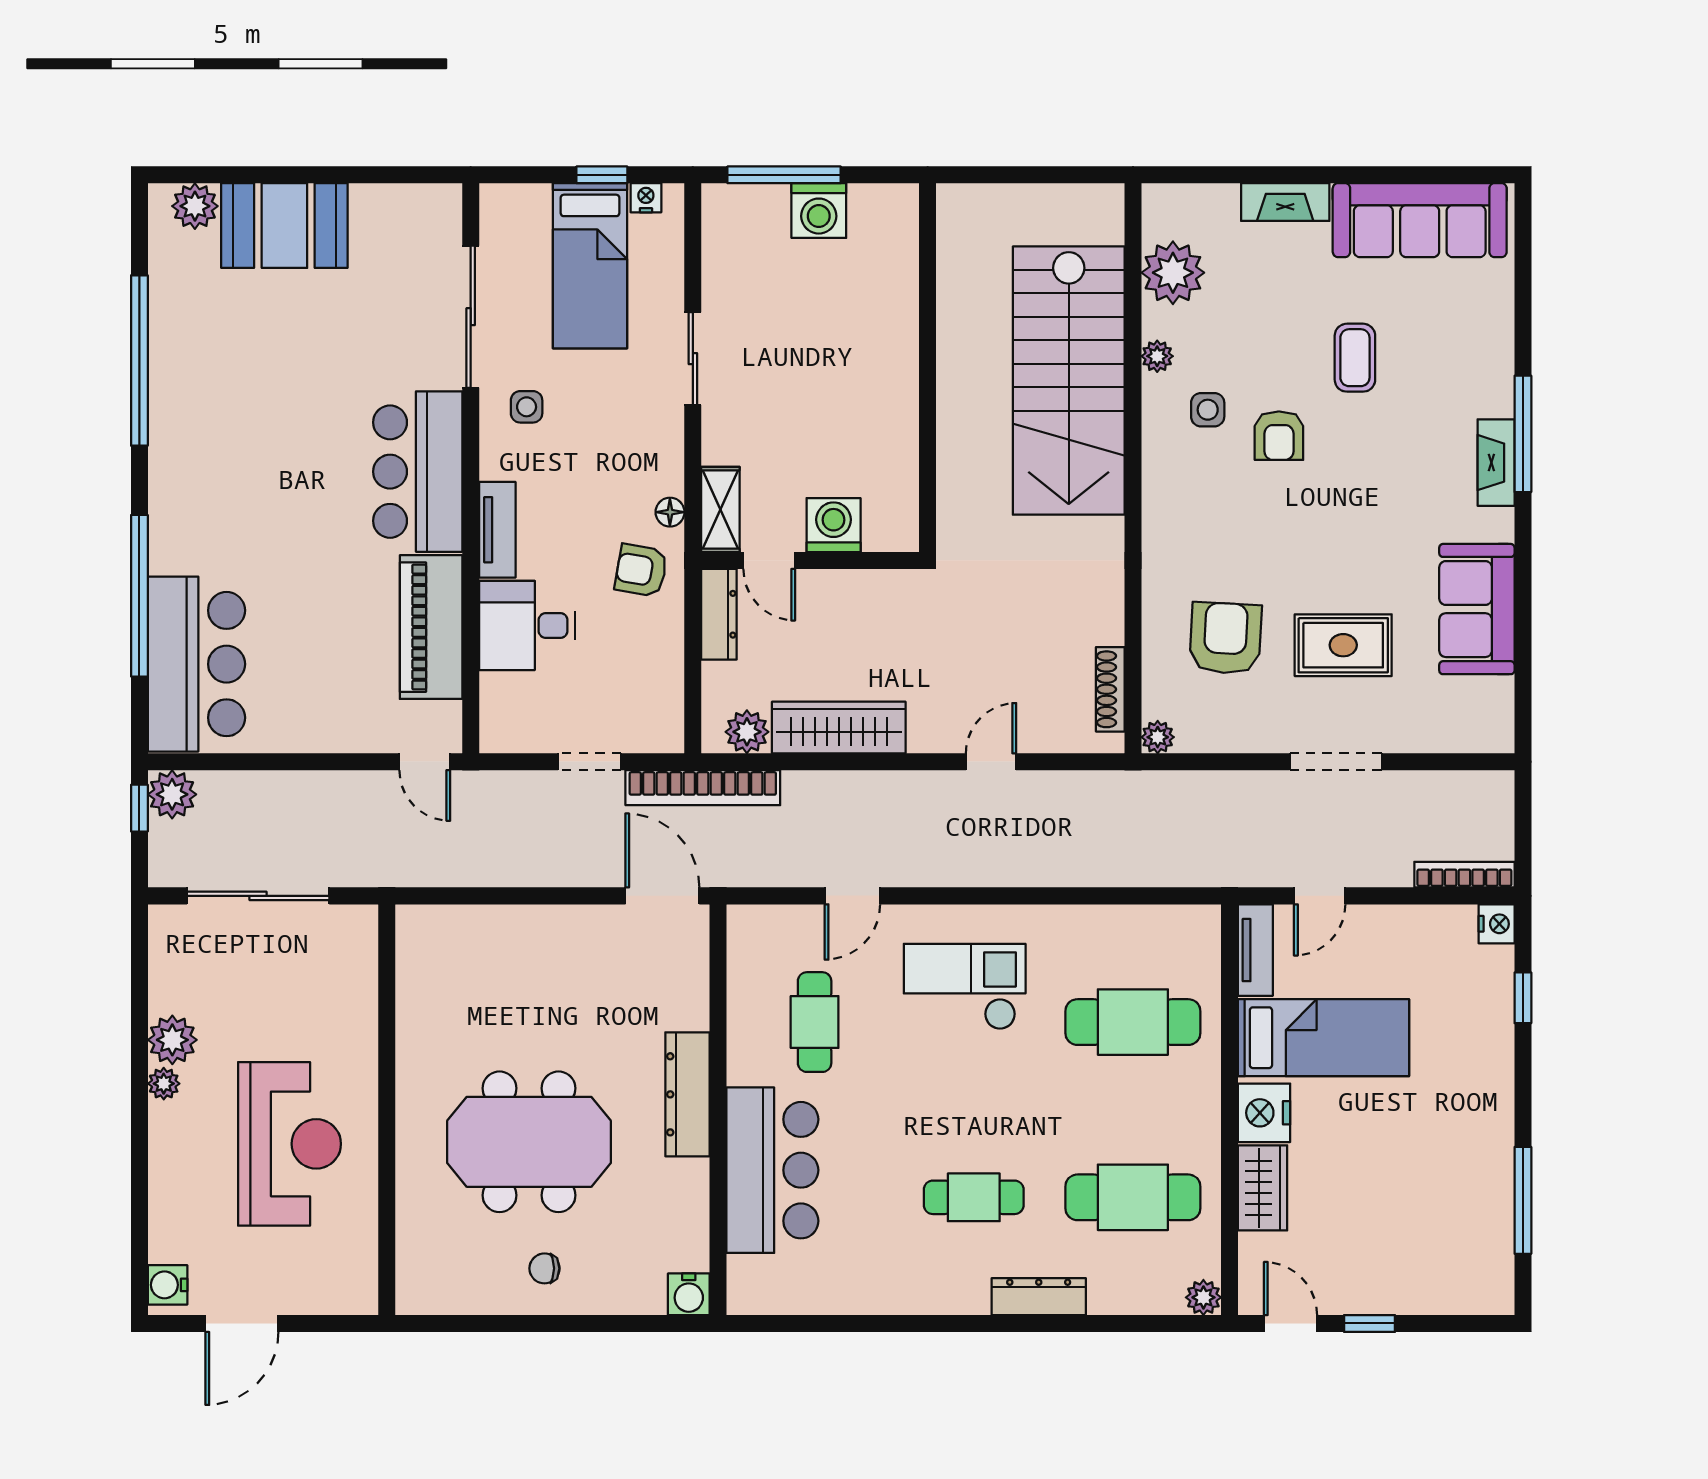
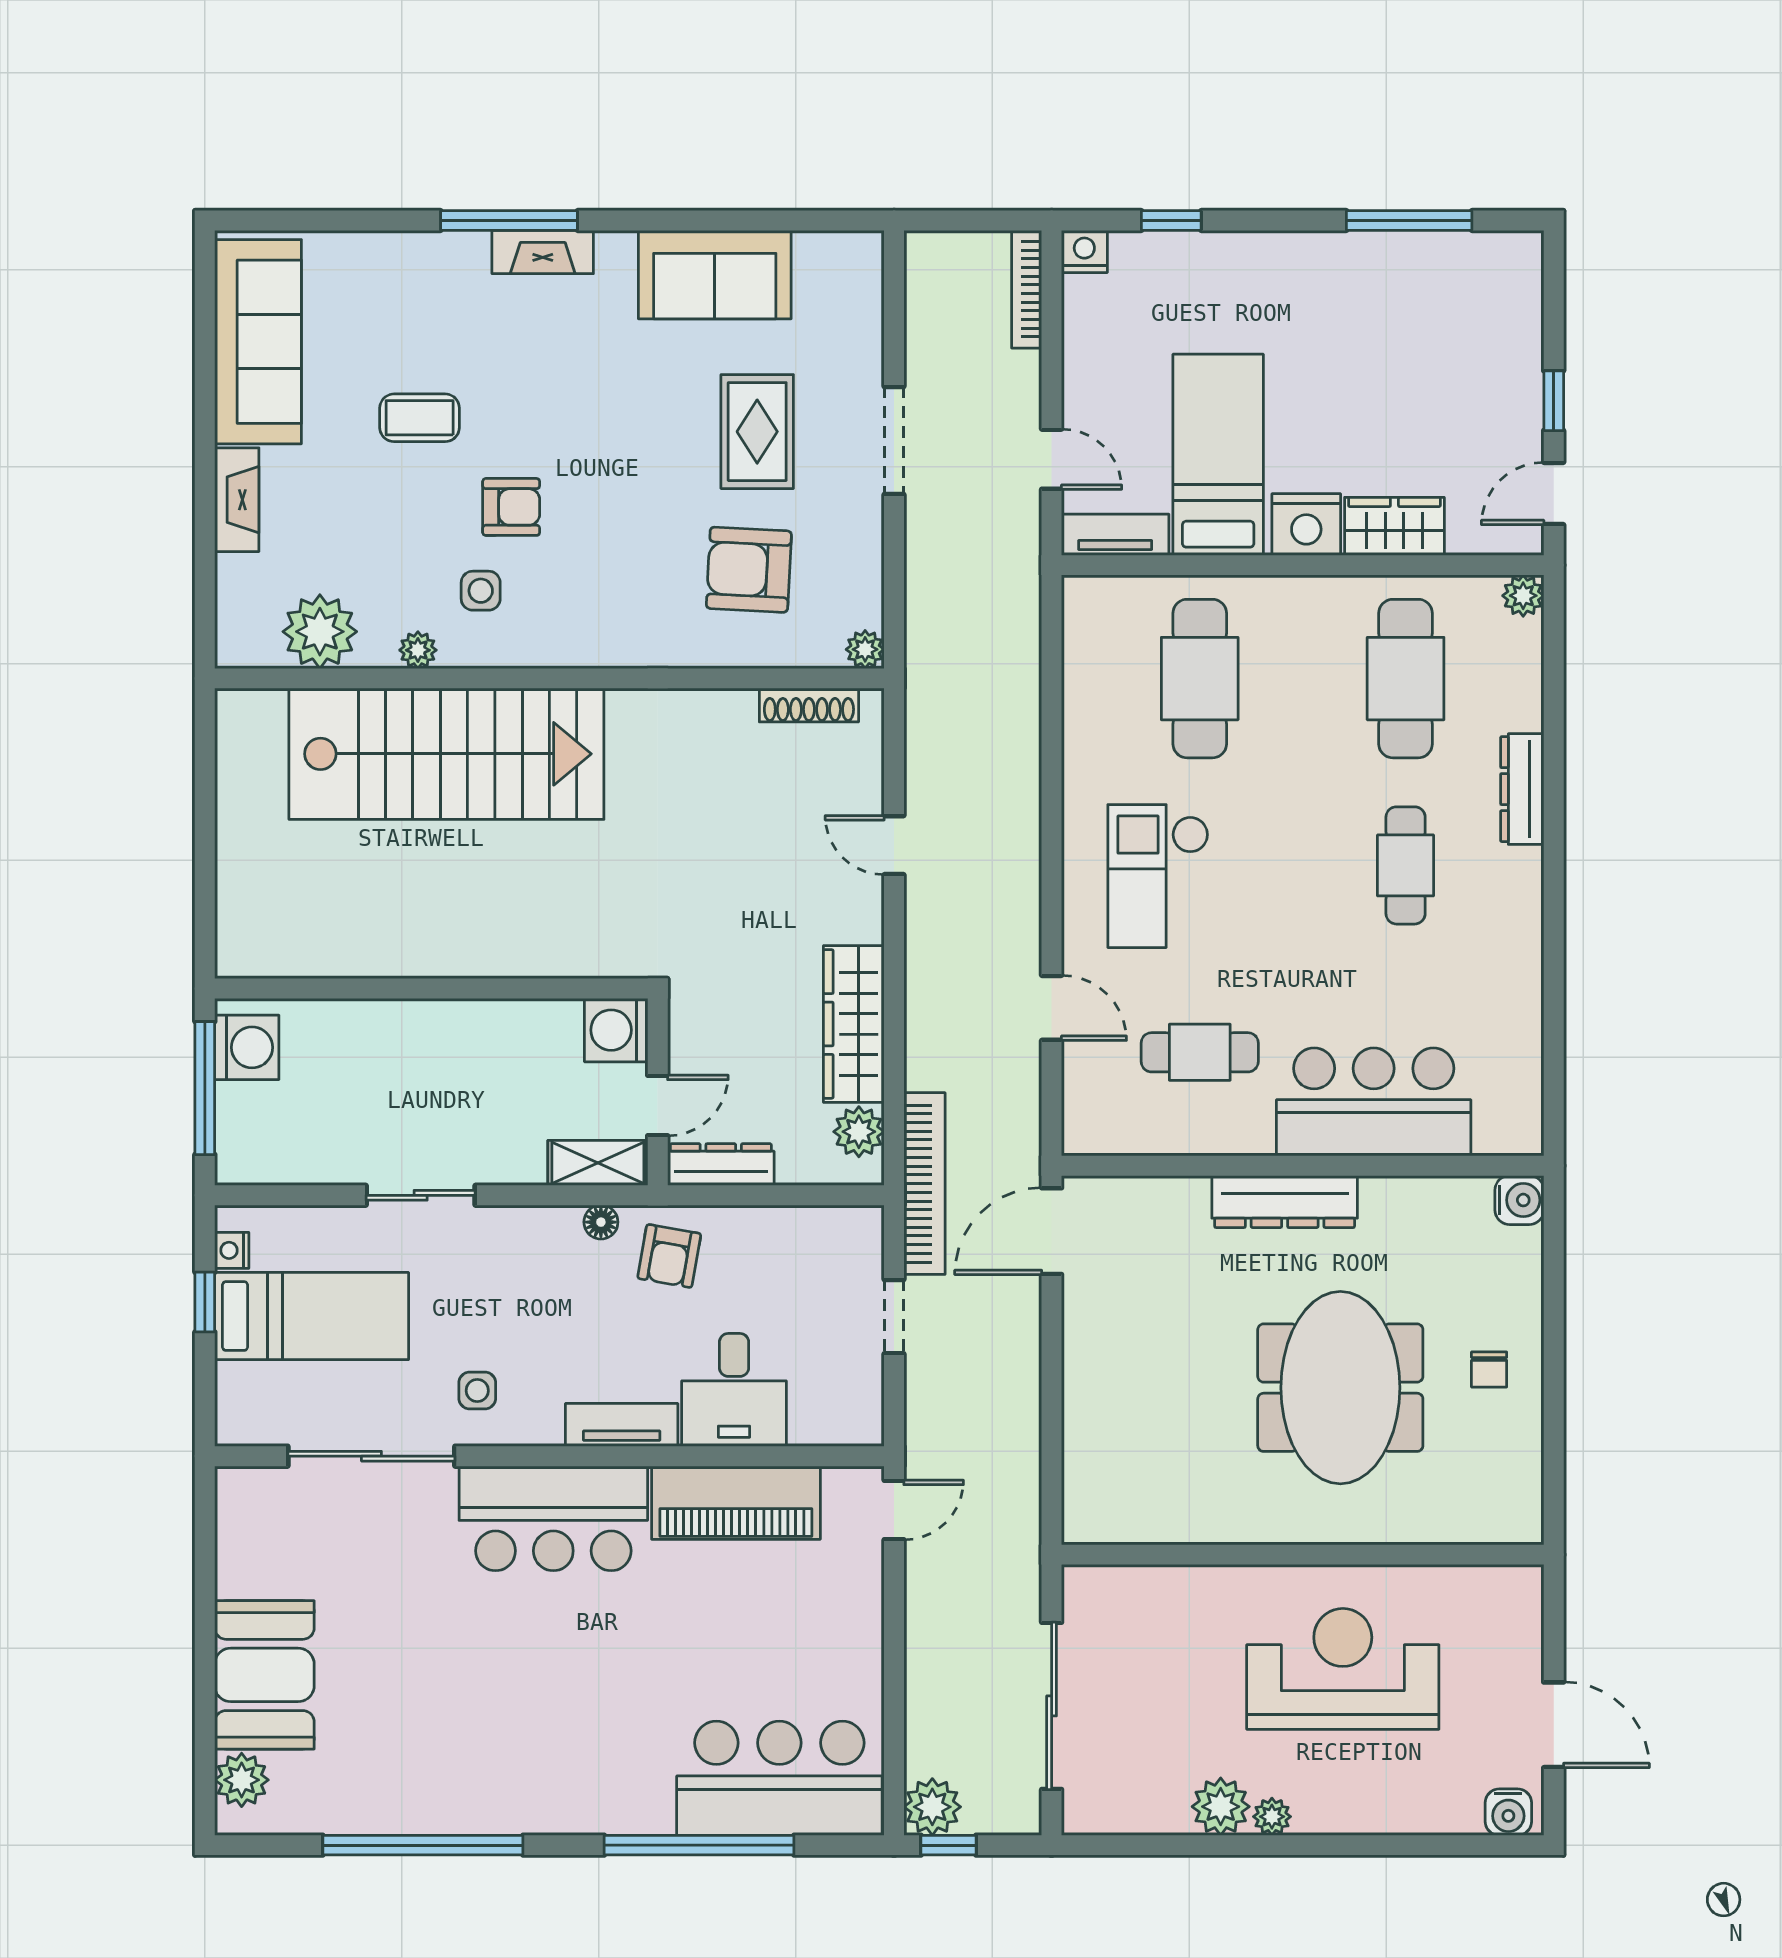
wall: (928, 368) -> (431, 988), moved

